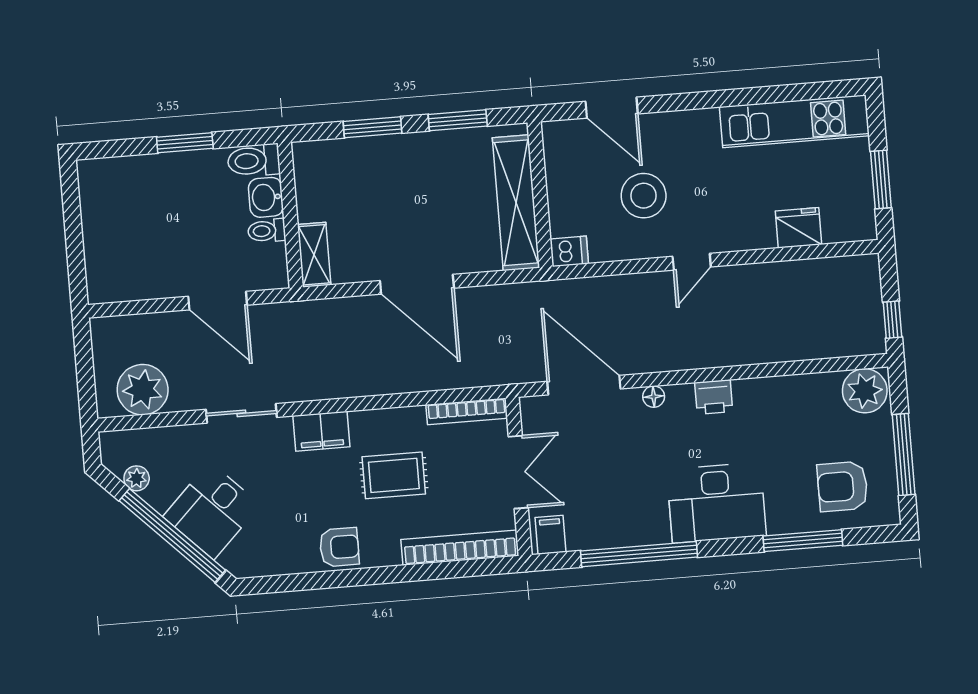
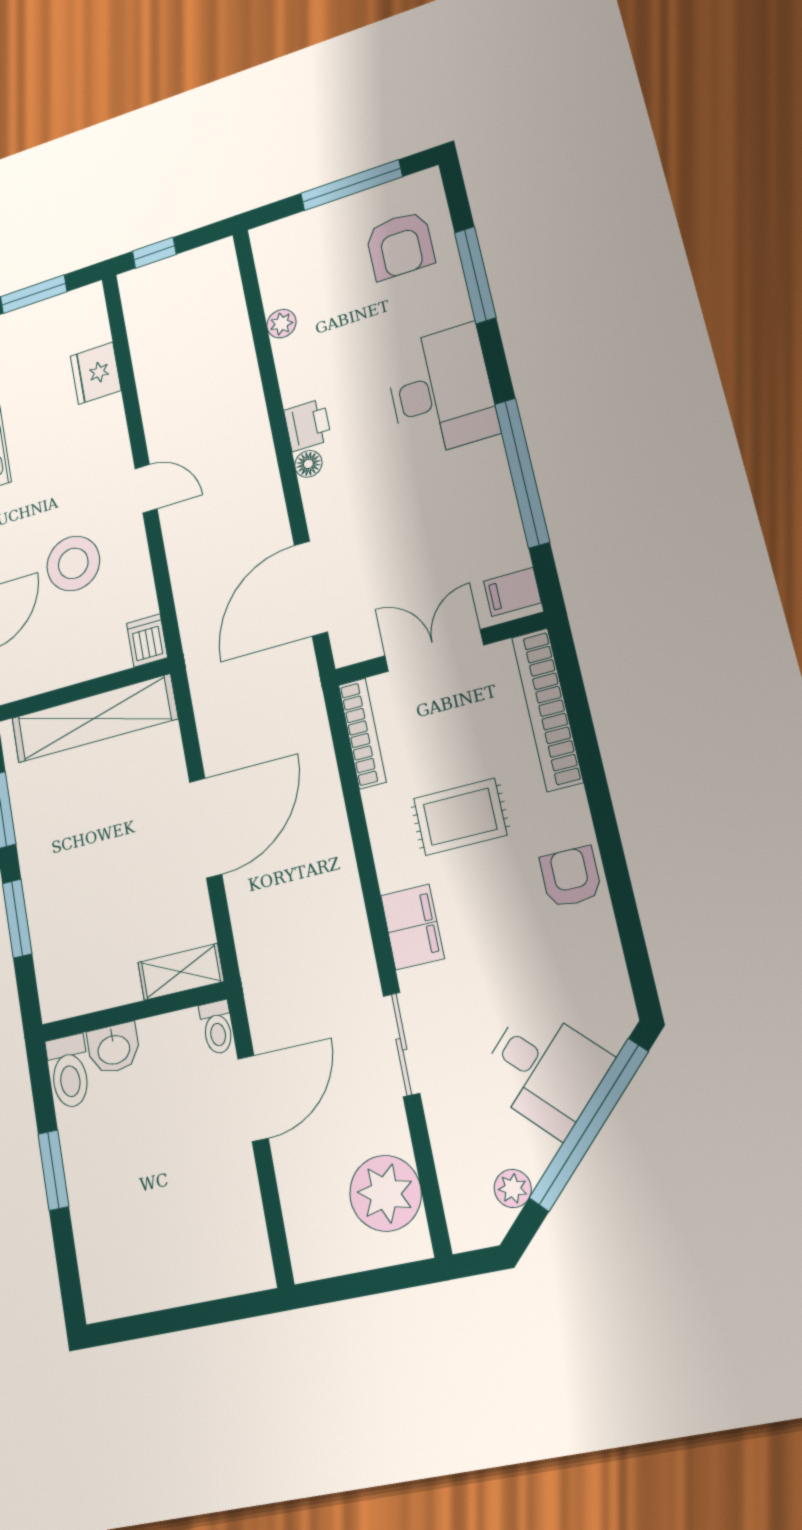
toilet: (267, 231) -> (217, 1027), moved
window: (892, 320) -> (154, 253), moved
plant: (865, 391) -> (281, 324), moved, width x0.53, depth x0.53
floor lamp: (654, 397) -> (308, 464), moved
rug: (394, 475) -> (460, 817), turned 90

